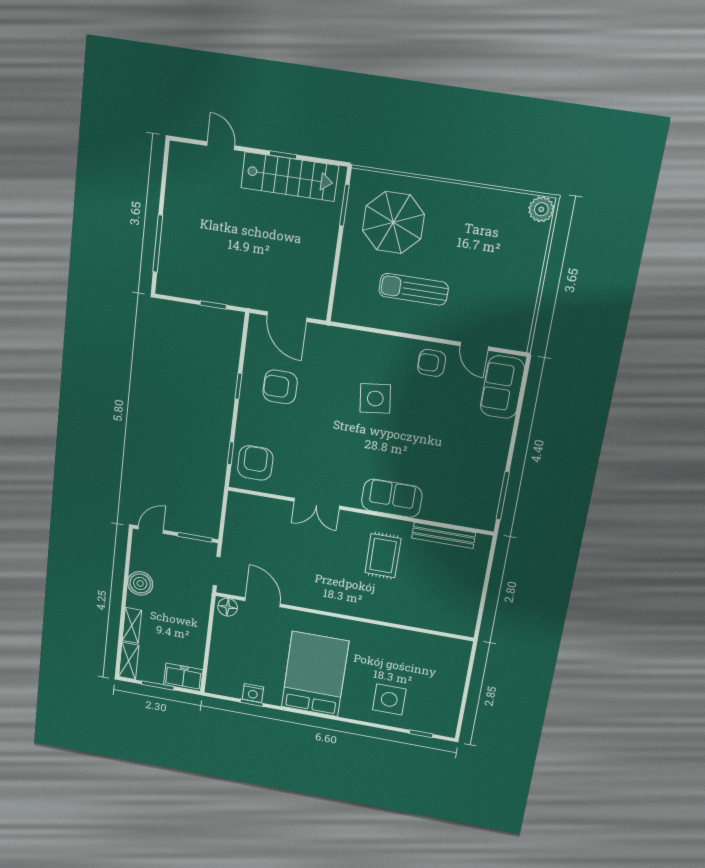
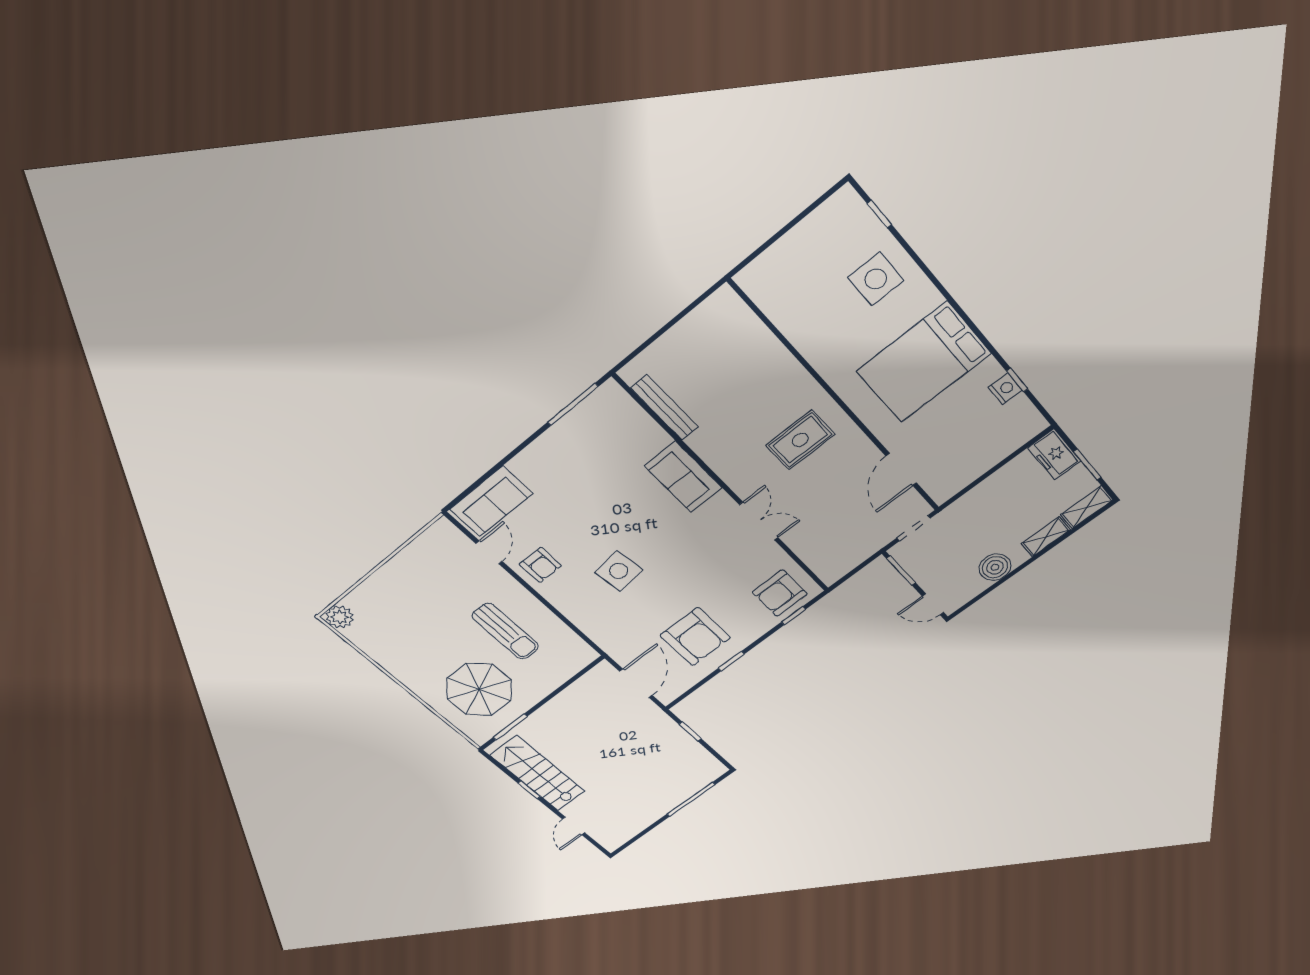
armchair: (280, 387) -> (695, 637), width x1.36, depth x1.36
rug: (383, 556) -> (800, 440), moved
floor lamp: (228, 607) -> (939, 489), removed

